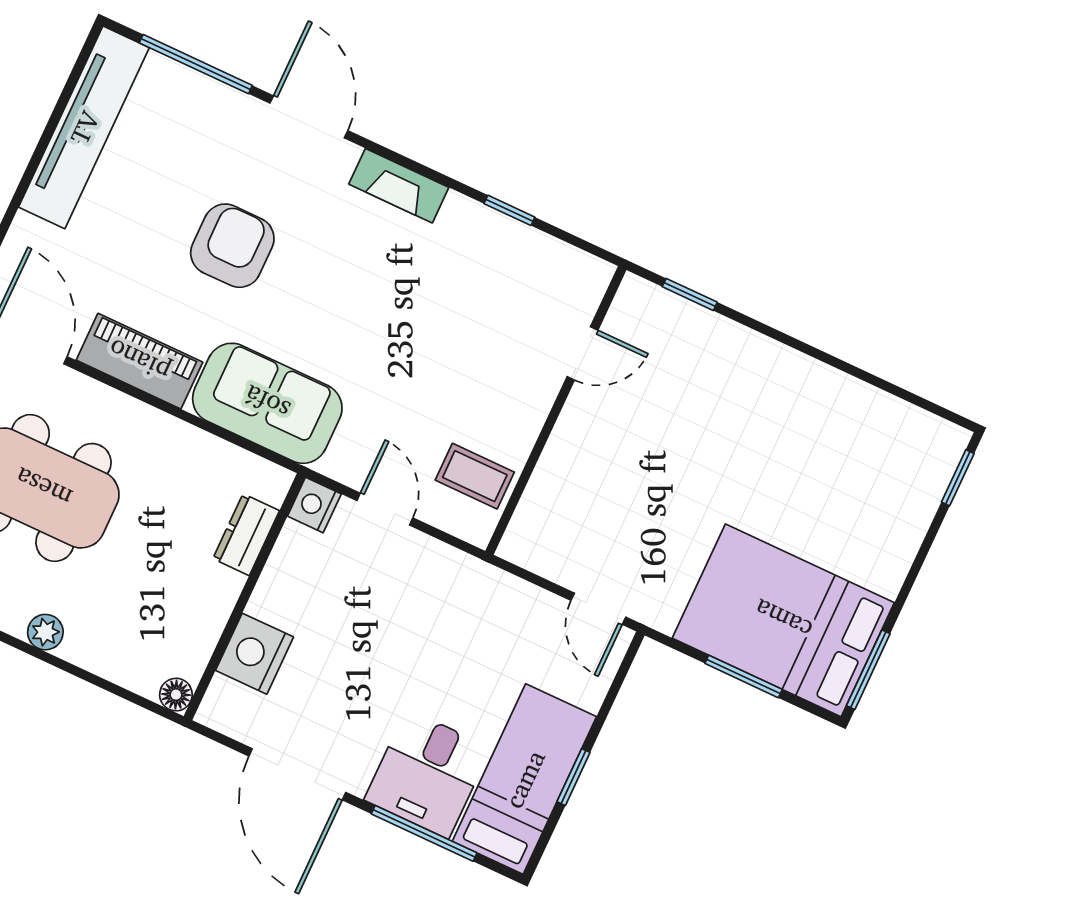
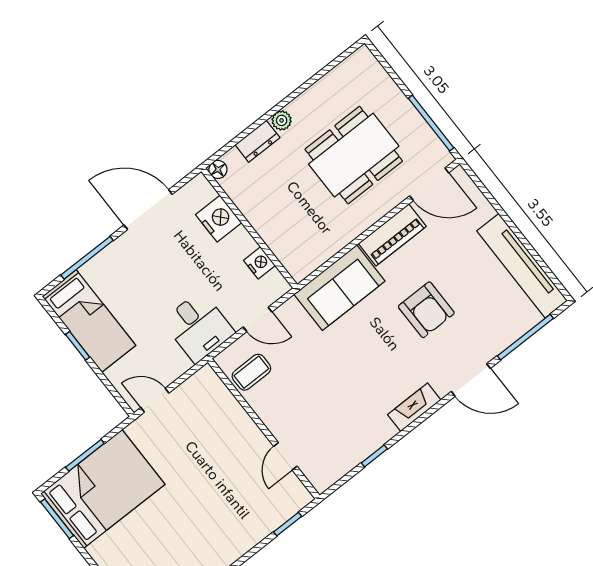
nightstand: (314, 505) -> (259, 263), moved
dresser: (246, 535) -> (257, 141), moved, turned 90
desk: (428, 774) -> (198, 327), moved, turned 180

